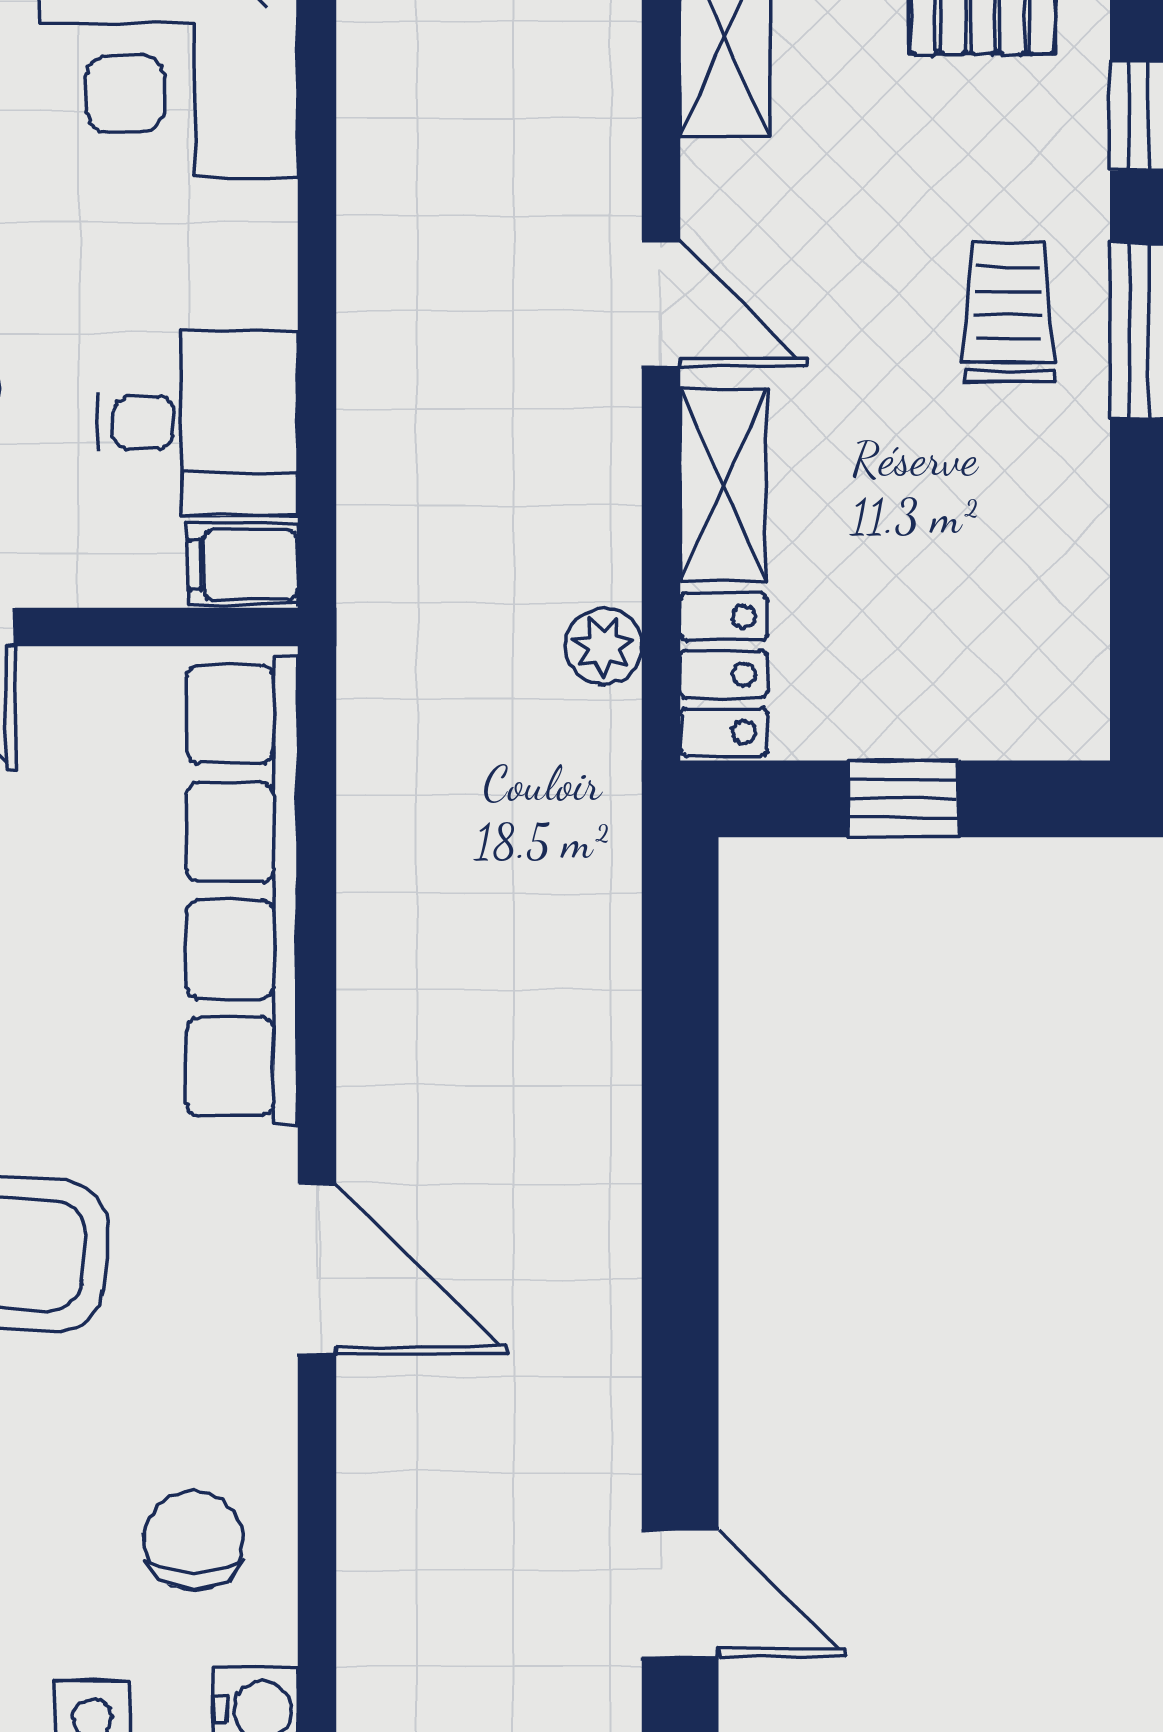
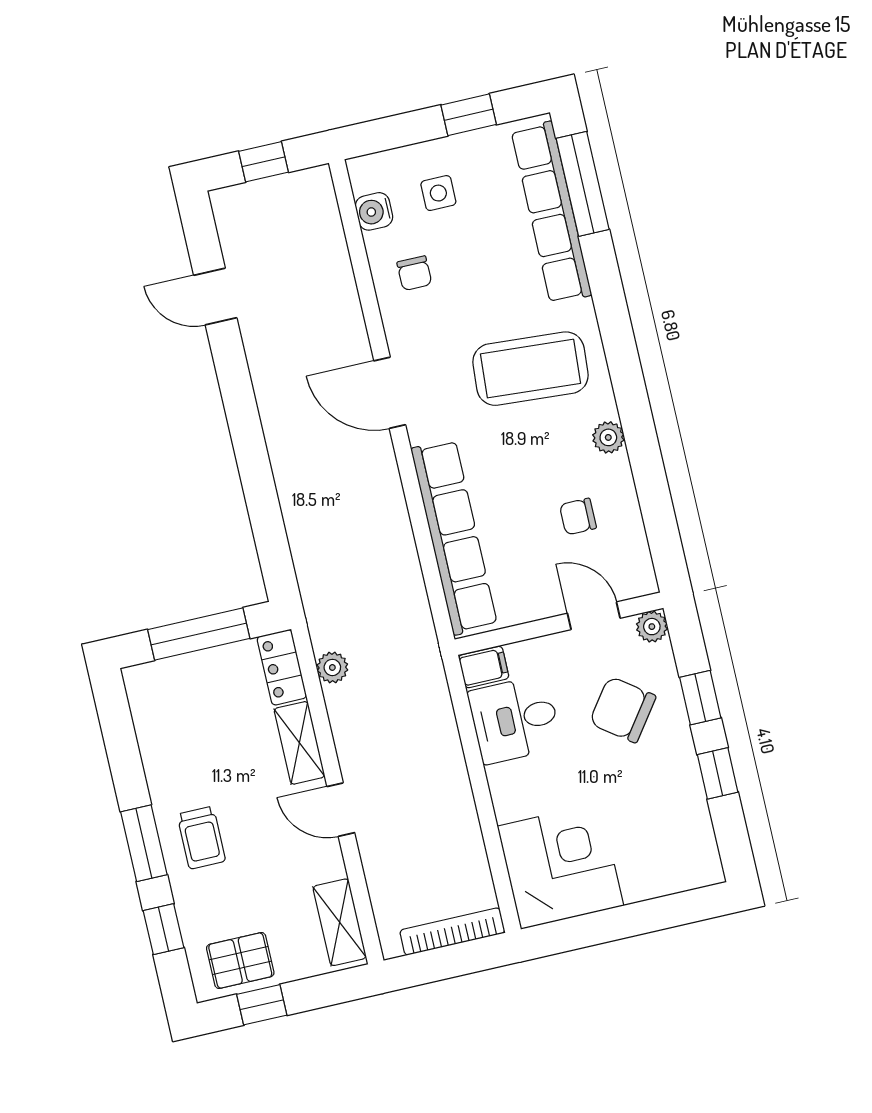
window: (904, 799) -> (199, 634), width x2.17
chair: (193, 1540) -> (414, 273), width x0.73, depth x0.73

